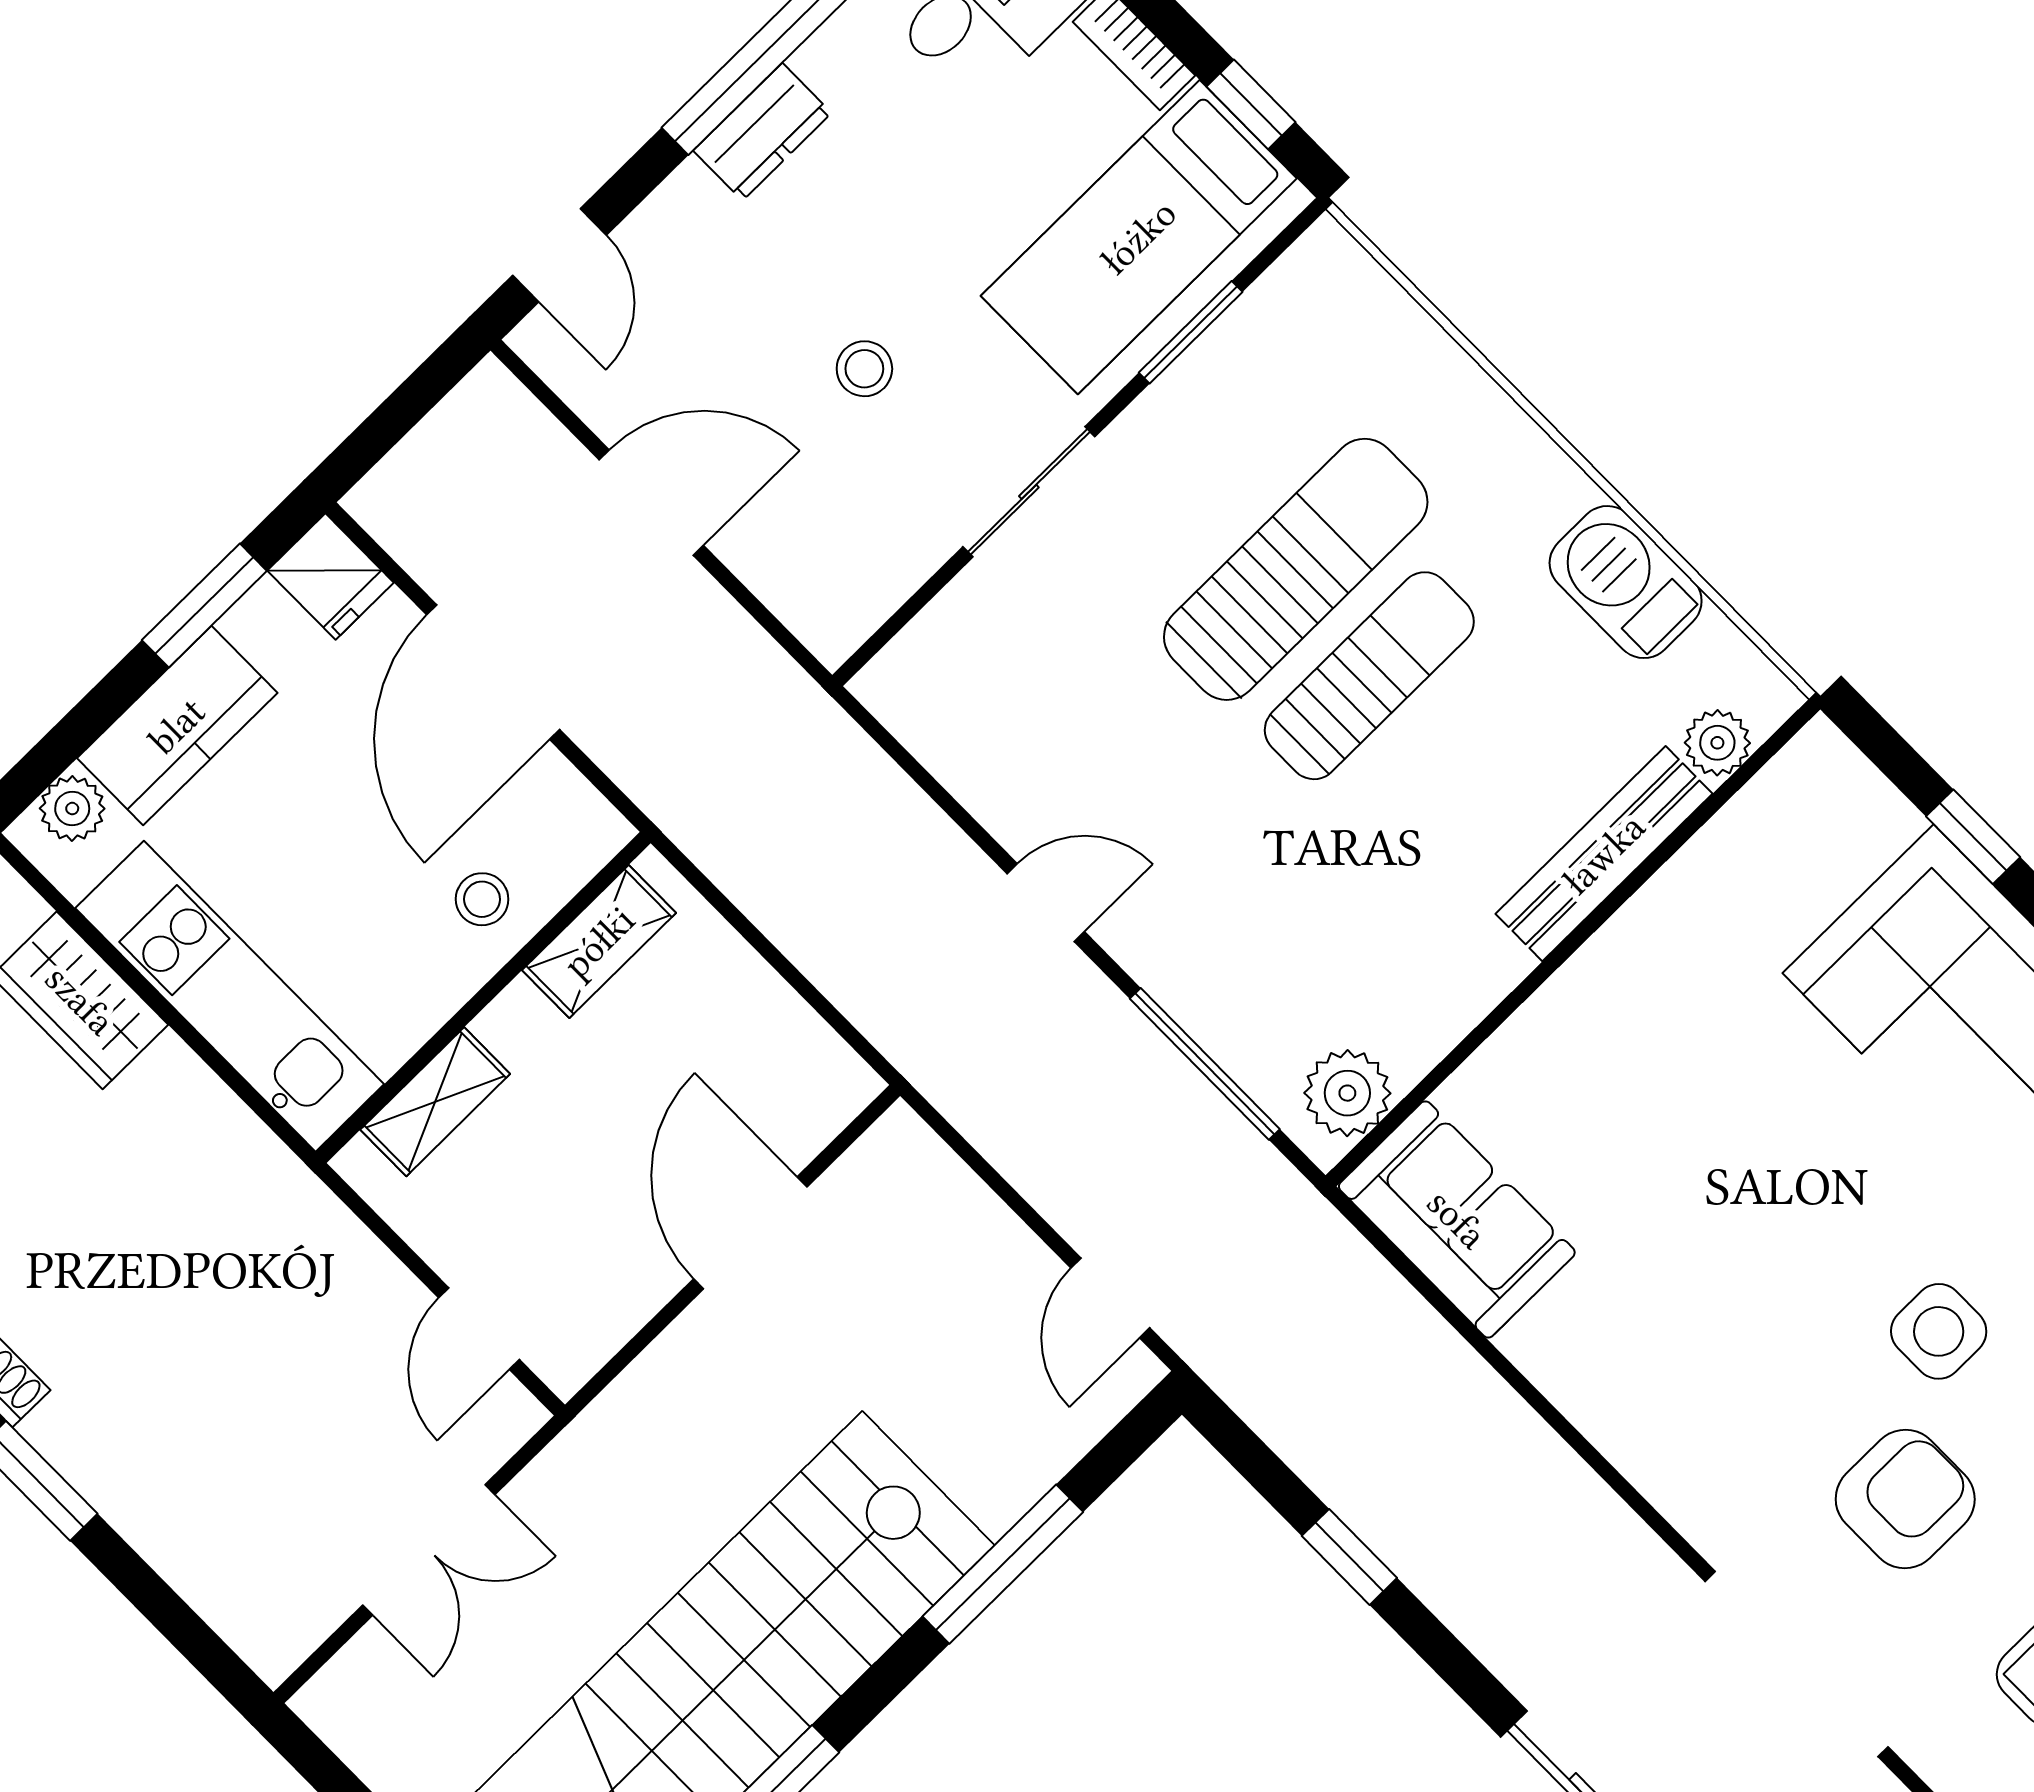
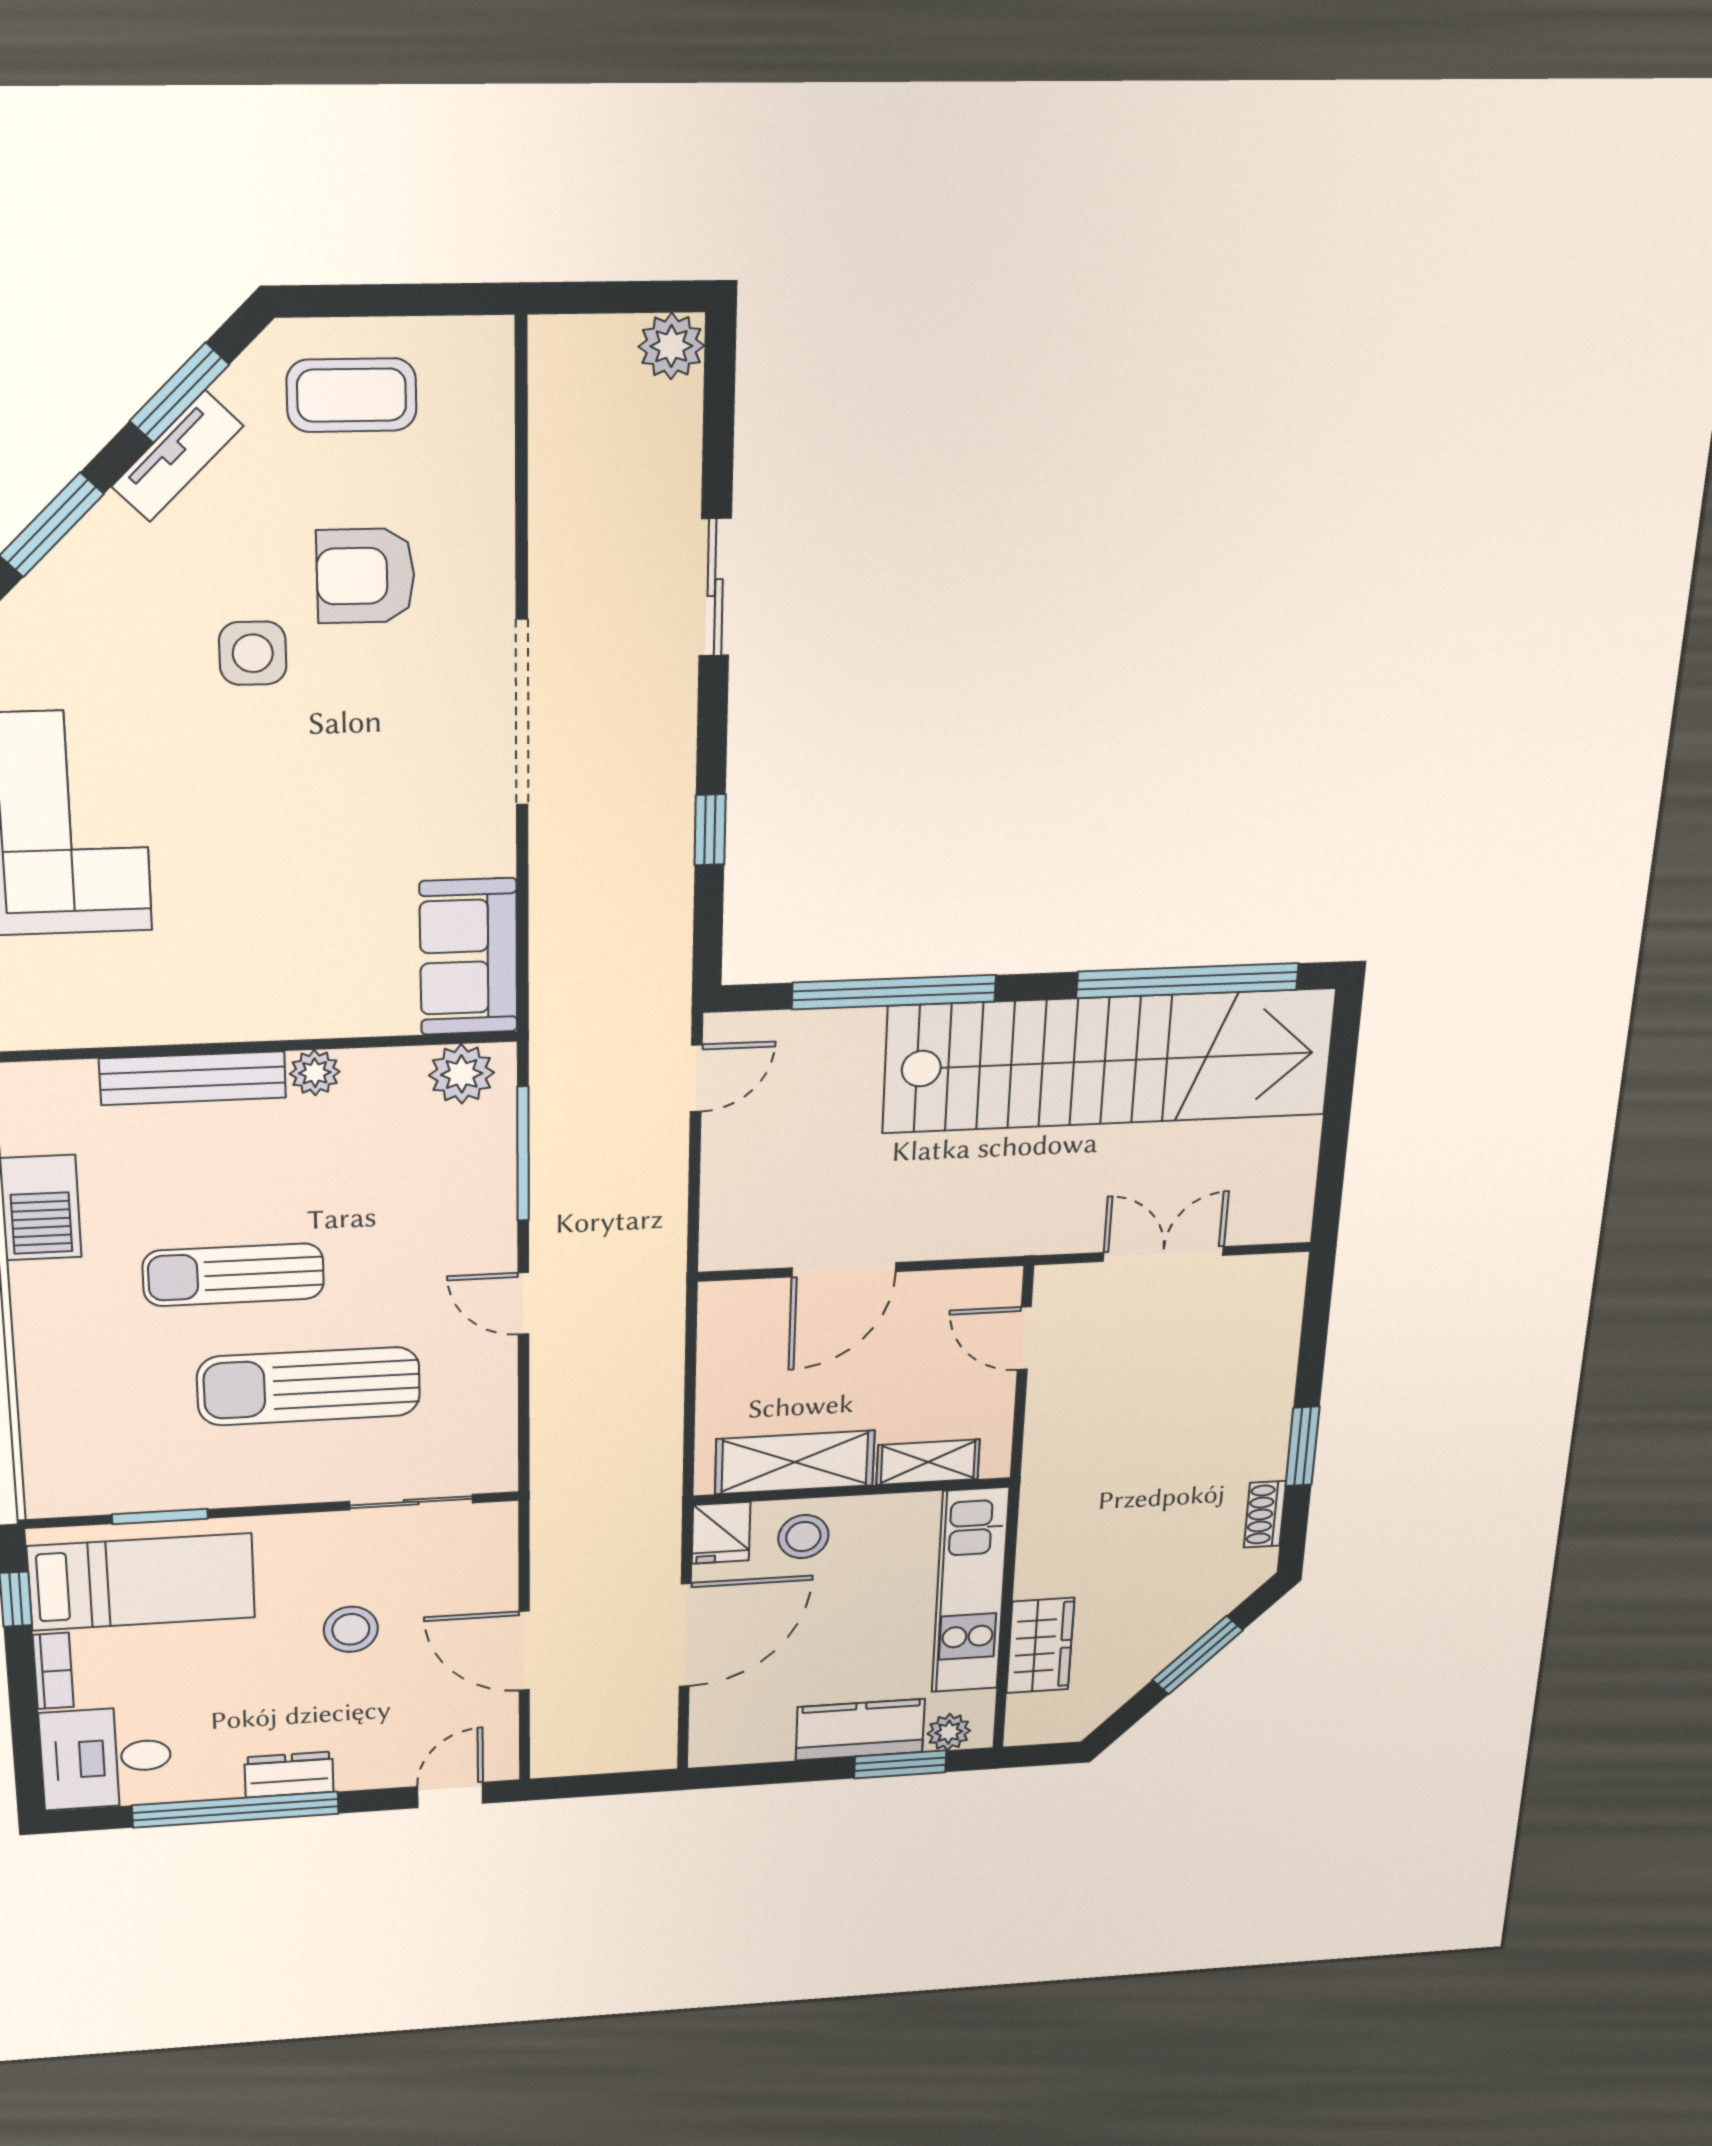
stool: (864, 369) -> (351, 1629), width x1.37, depth x1.37
sliding door: (1029, 492) -> (411, 1502), moved
sun lounger: (1296, 569) -> (309, 1386), moved
fridge: (331, 577) -> (721, 1533), moved, turned 180
window: (204, 606) -> (900, 1764), moved
plant: (1717, 743) -> (315, 1073), moved
stool: (482, 899) -> (803, 1537), width x1.37, depth x1.37
shelving: (599, 942) -> (795, 1462), width x1.50, depth x1.33
door: (479, 1329) -> (1024, 1338), swing flipped
window: (1003, 1564) -> (894, 992), width x1.46
doorway: (1797, 1664) -> (522, 713), moved

